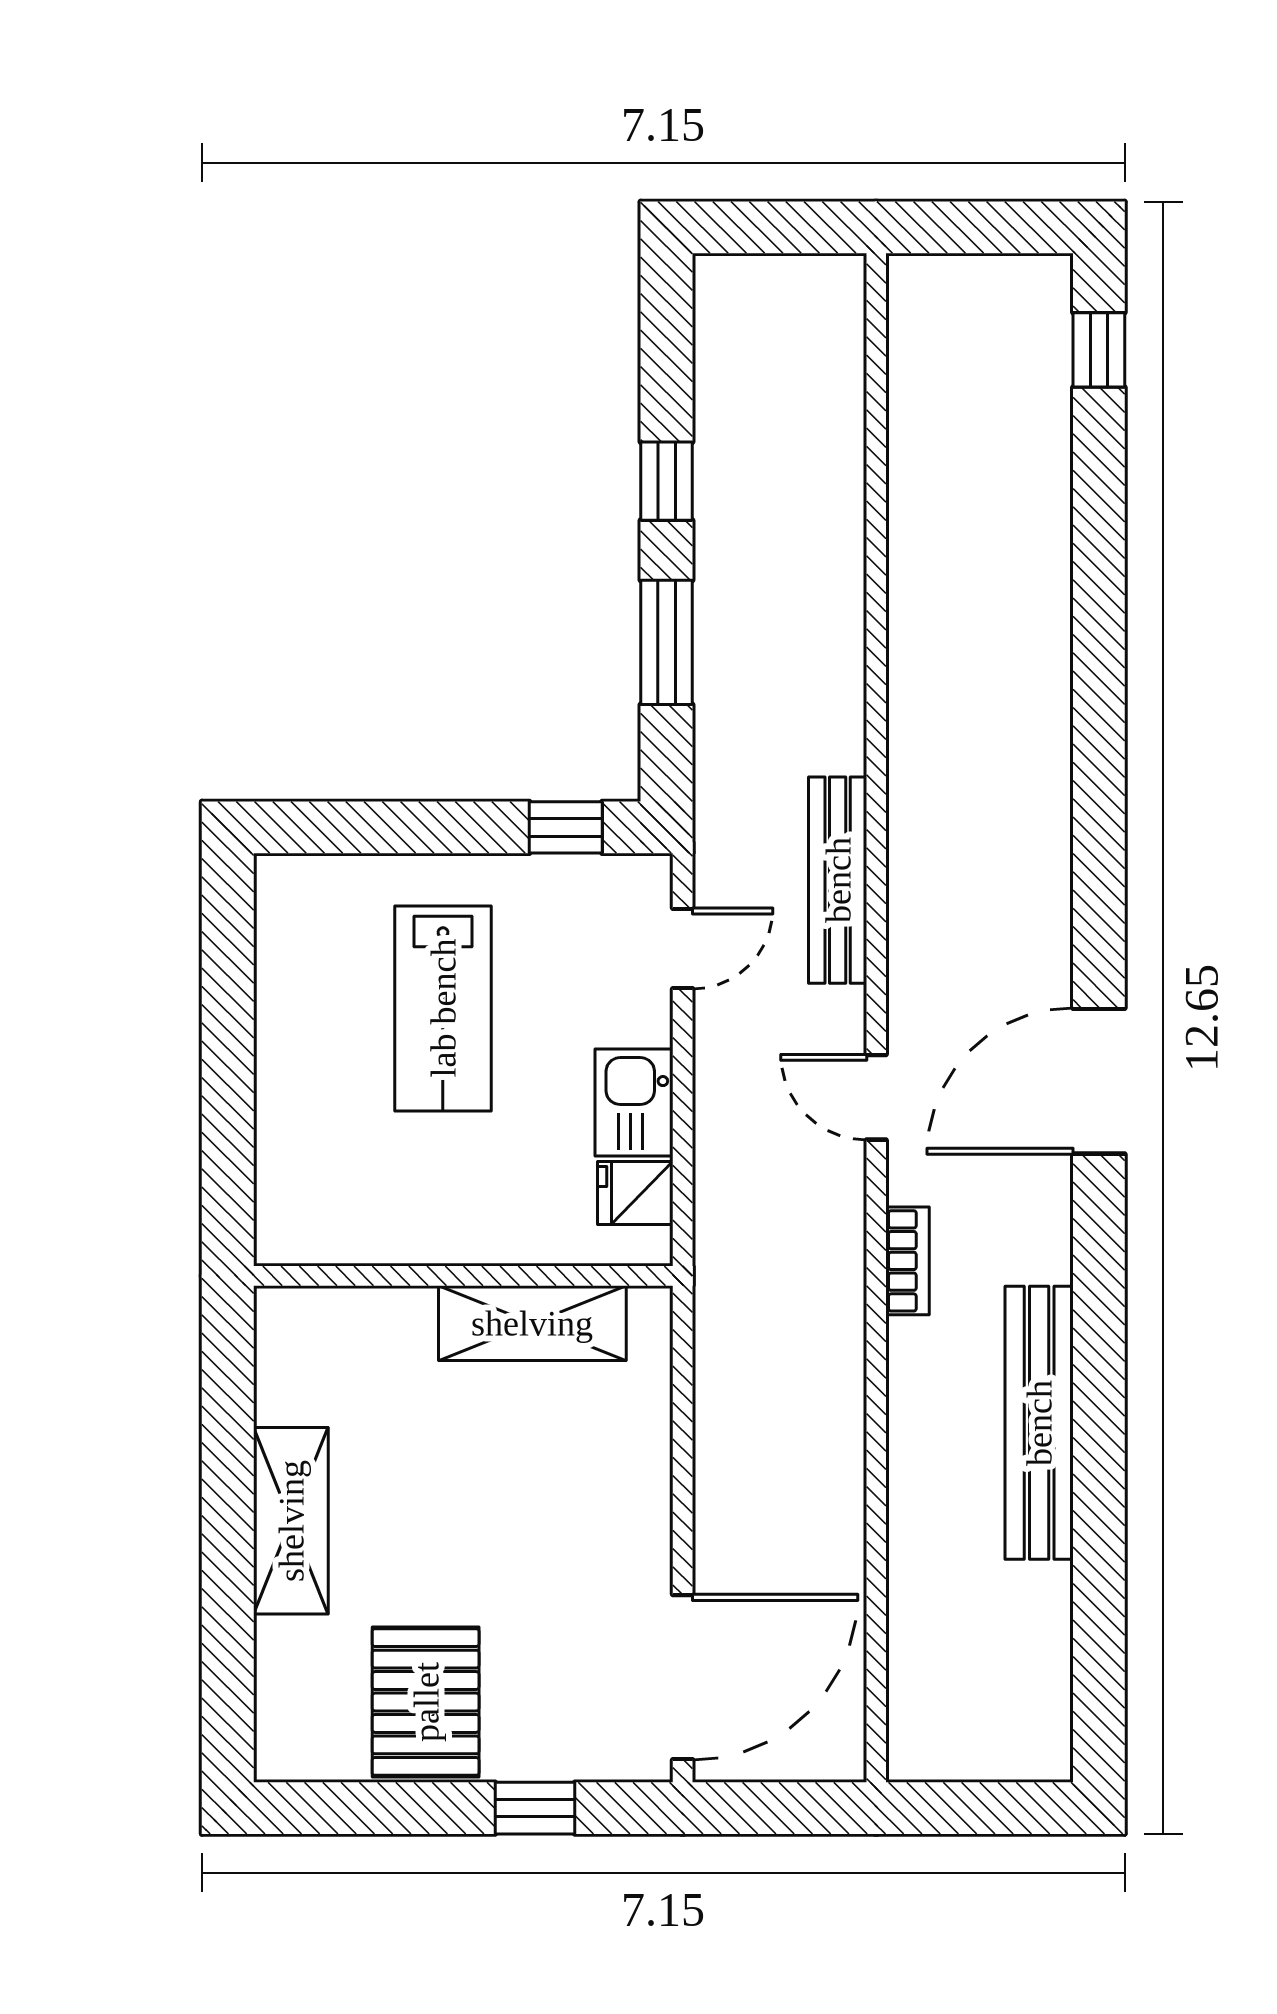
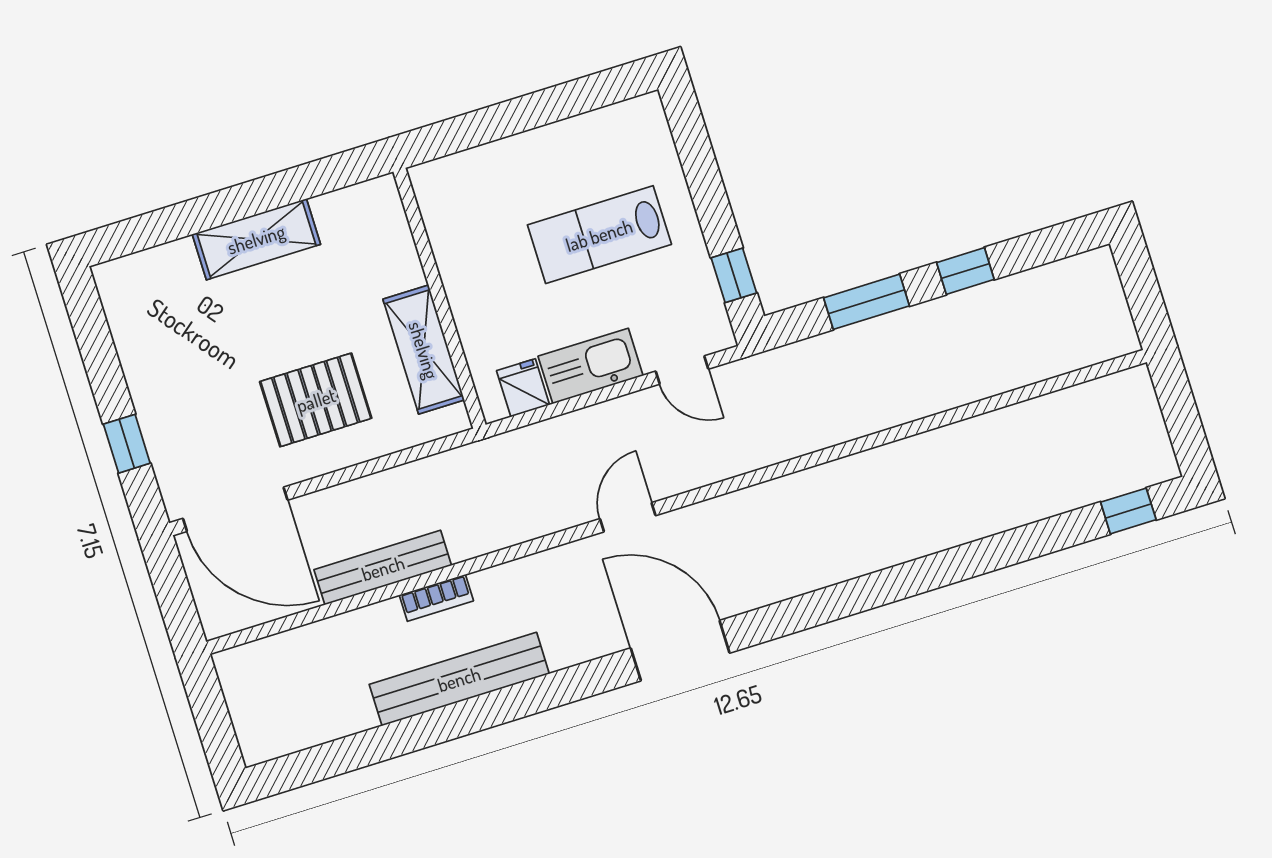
bench: (838, 880) -> (383, 568), moved
kitchen sink: (634, 1103) -> (591, 366), width x1.38
bookcase: (908, 1261) -> (436, 598), moved
pallet: (426, 1702) -> (316, 400), moved

